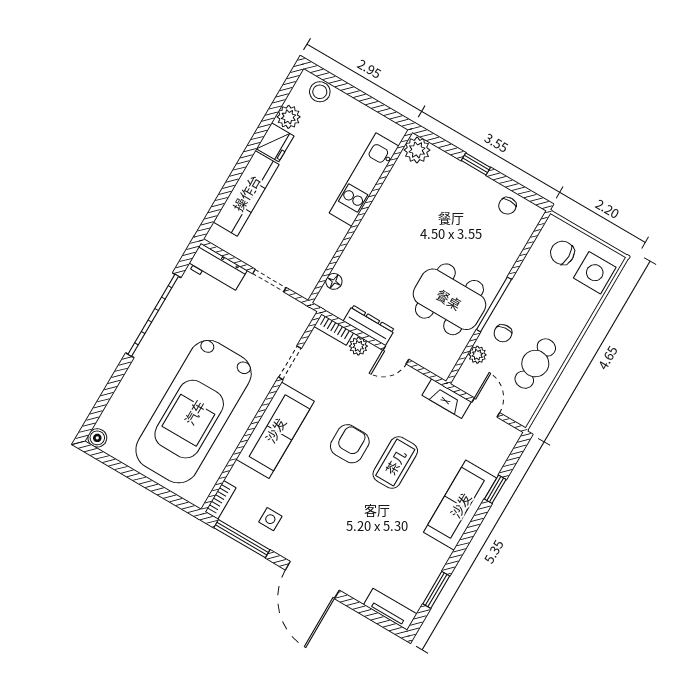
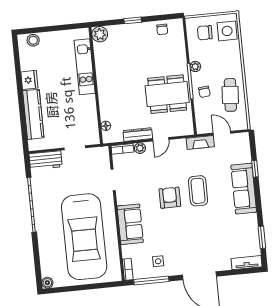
plant: (289, 117) -> (27, 63), removed
plant: (477, 355) -> (195, 66), moved
sofa: (275, 430) -> (130, 224), width x0.73

